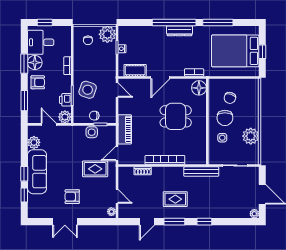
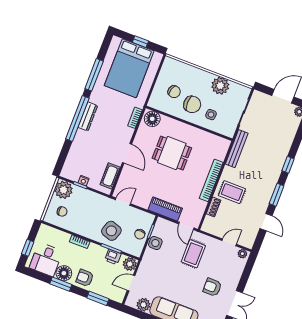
armchair: (38, 82) -> (85, 278), turned -90
dining table: (176, 116) -> (172, 153), turned 90
armchair: (72, 197) -> (212, 287), turned 90
rug: (175, 199) -> (232, 192), moved, turned 90

